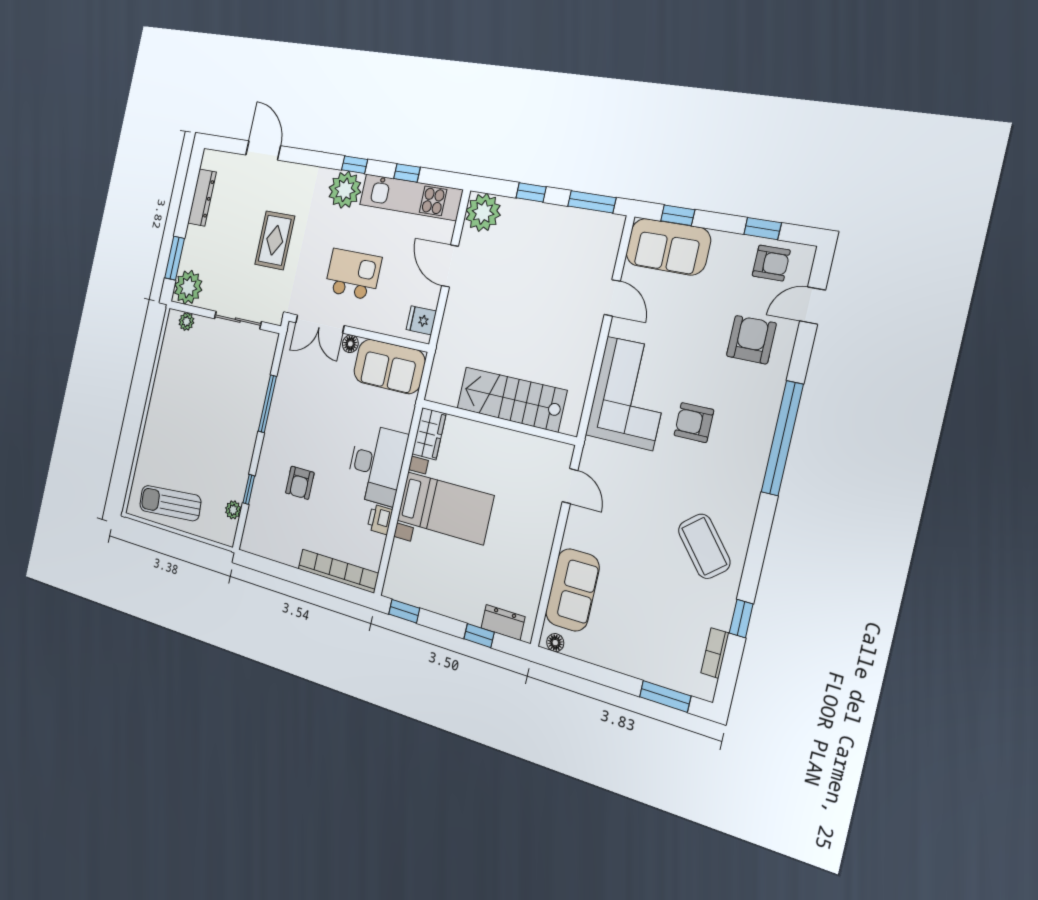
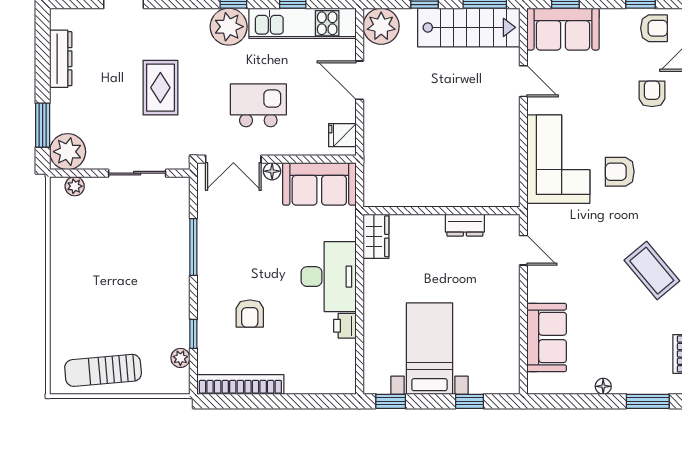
armchair: (751, 340) -> (652, 94), width x0.72, depth x0.72
stairs: (511, 399) -> (469, 27), moved, turned 180
bed with nightstands: (445, 508) -> (429, 349), moved, turned -90
bookcase: (338, 571) -> (240, 384), moved
dresser: (503, 622) -> (465, 225), moved, turned 180
floor lamp: (555, 643) -> (603, 386), moved

